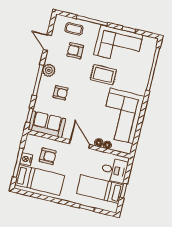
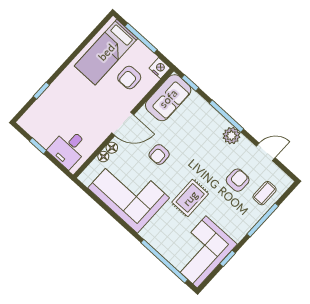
corner sofa: (118, 45) -> (202, 252), moved
armchair: (60, 93) -> (159, 155), moved
nightstand: (26, 159) -> (160, 68), moved
bed: (100, 189) -> (55, 118), removed

